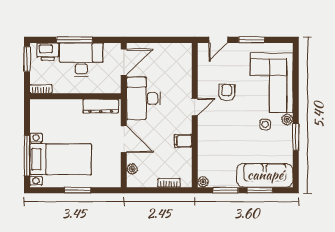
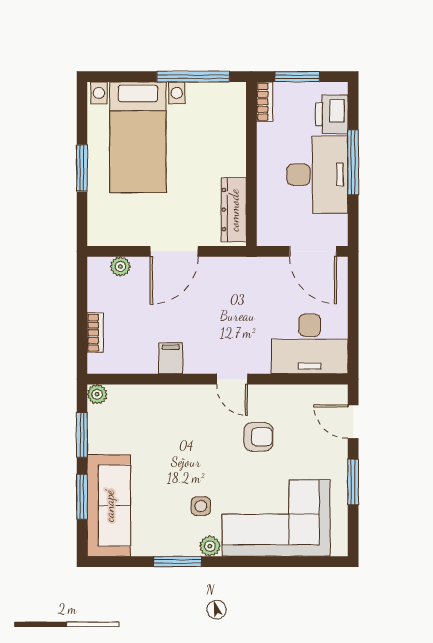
window: (27, 59) -> (297, 77), moved
desk: (143, 98) -> (310, 344), moved, turned 180
window: (27, 156) -> (193, 77), moved

